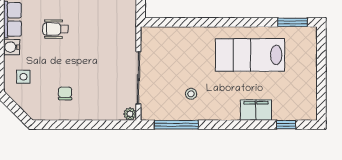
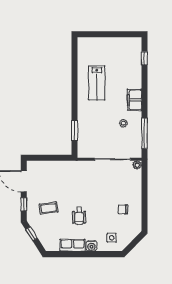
window: (293, 22) -> (75, 131), moved
lab bench: (250, 55) -> (97, 83), width x0.73, depth x0.72
filing cabinet: (256, 110) -> (135, 100), moved

